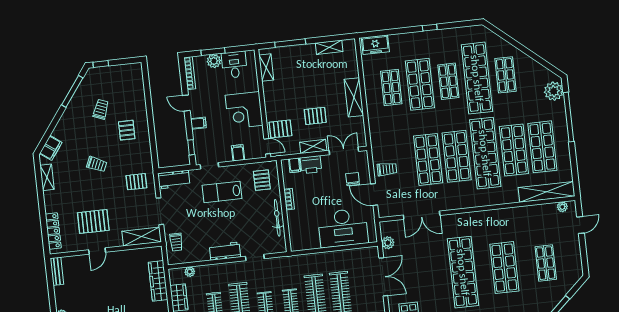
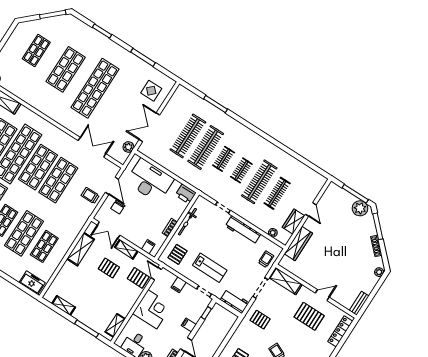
shelving: (354, 97) -> (81, 249), moved
printer: (311, 165) -> (186, 194), moved, turned 180
workbench: (225, 251) -> (243, 230), width x1.38

